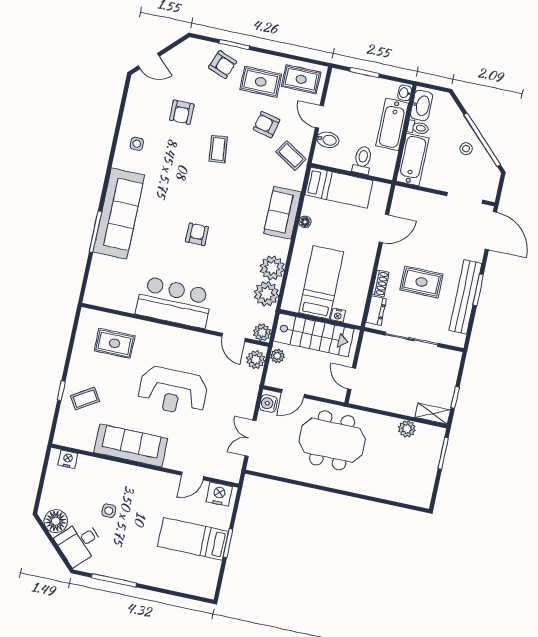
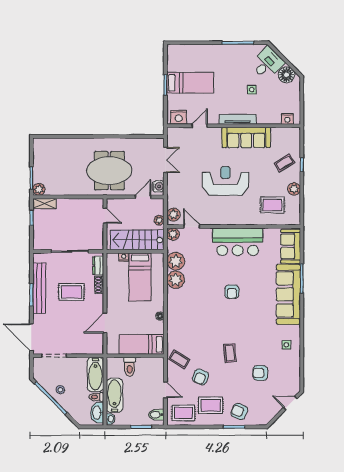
armchair: (182, 112) -> (260, 373), turned -90
armchair: (266, 125) -> (200, 377), turned 98
bidet: (328, 140) -> (156, 415), moved
sofa: (282, 213) -> (291, 246), moved, turned 180
plant: (79, 359) -> (294, 189), added
plant: (407, 429) -> (39, 189), moved
tv unit: (137, 474) -> (238, 119), added

